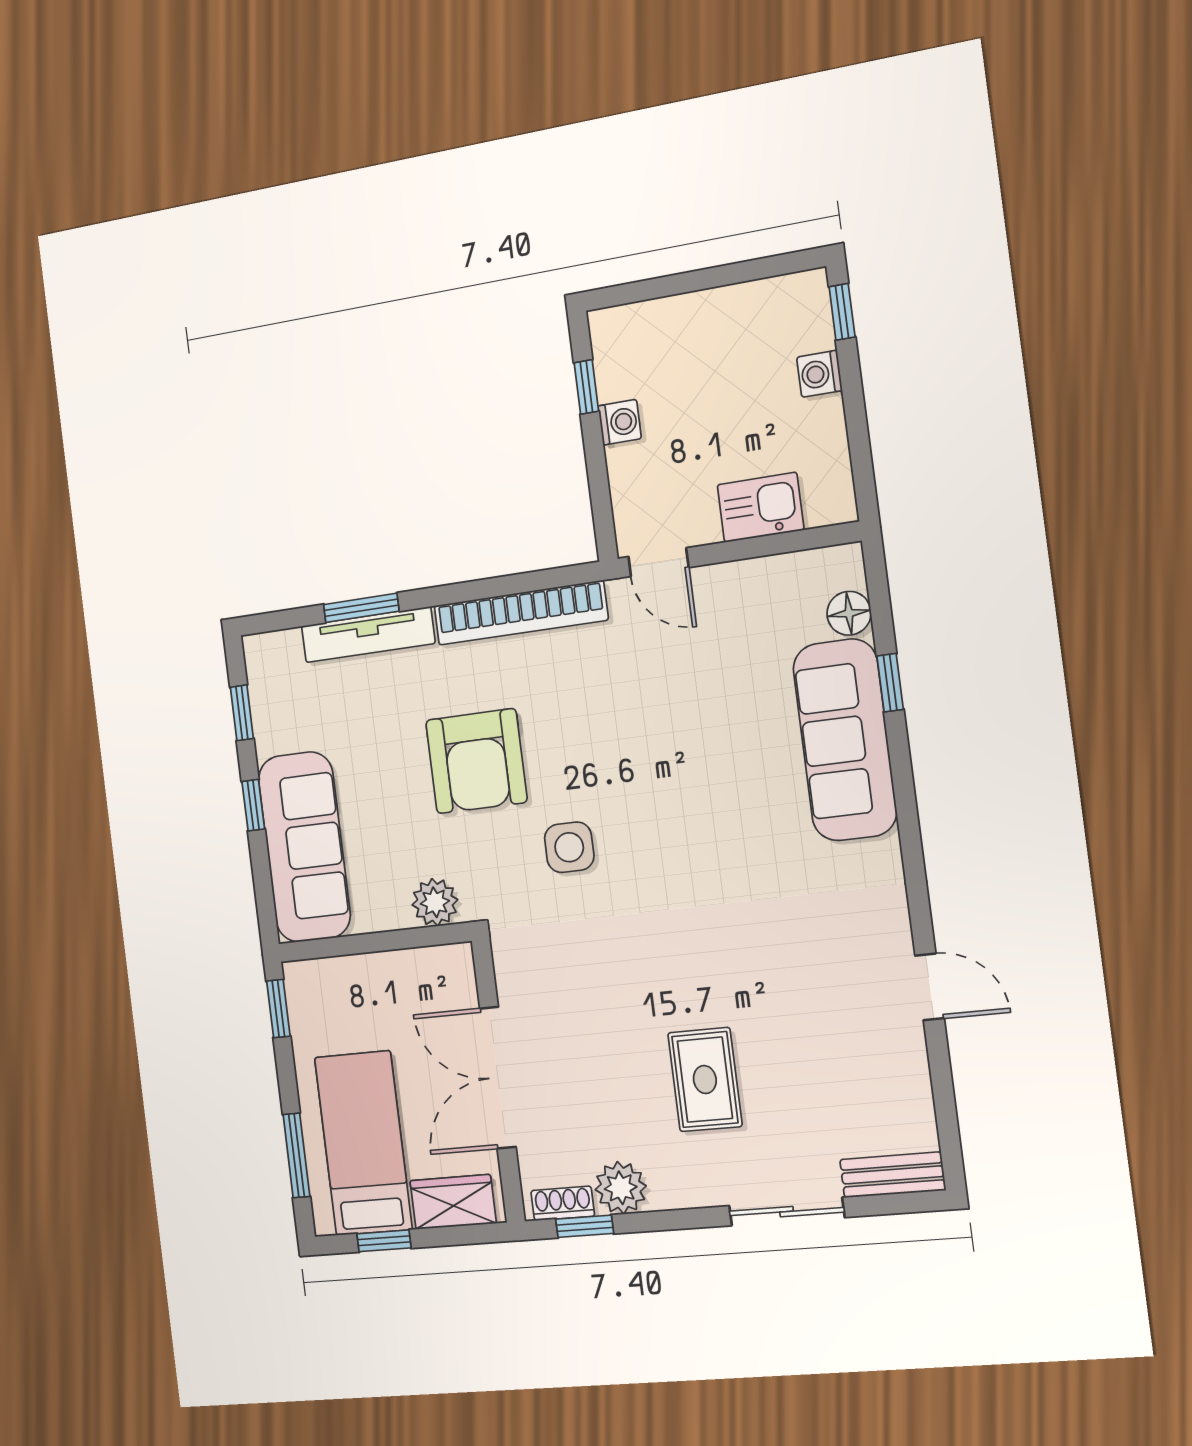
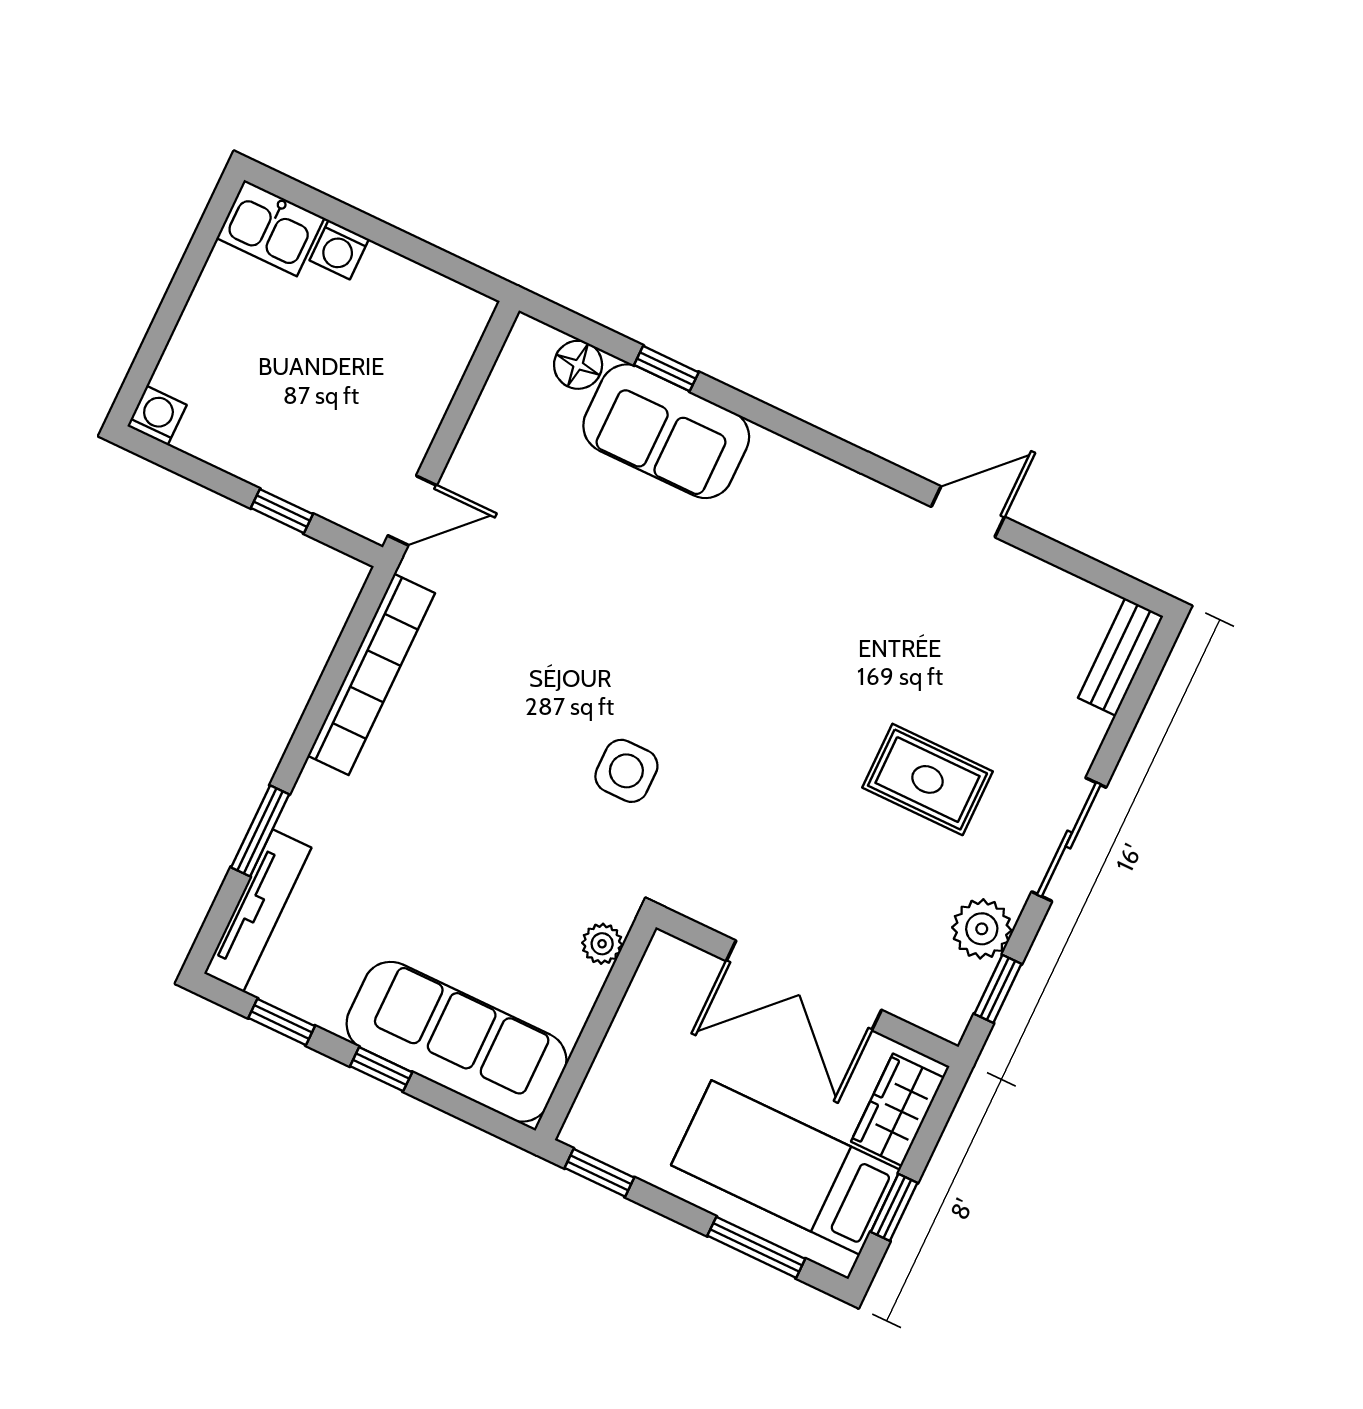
window: (842, 312) -> (296, 193), removed
window: (586, 387) -> (282, 511), moved
washing machine: (620, 422) -> (157, 415), moved
kitchen sink: (761, 507) -> (271, 228), moved, turned -90
tv unit: (368, 635) -> (258, 911), moved
sofa: (845, 740) -> (666, 431), width x0.73
armchair: (476, 761) -> (485, 810), removed
plant: (435, 902) -> (602, 944), width x0.73, depth x0.73
shoe rack: (563, 1203) -> (963, 997), removed
sliding door: (787, 1212) -> (1069, 840), moved

